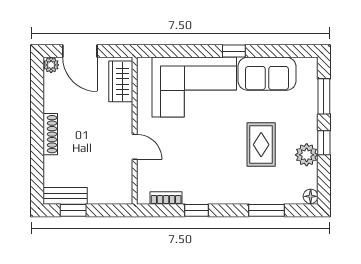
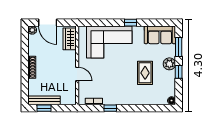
sofa: (267, 74) -> (160, 35), moved
plant: (307, 155) -> (169, 64), moved
bench: (65, 196) -> (44, 100), width x1.36
window: (266, 210) -> (148, 108), removed

